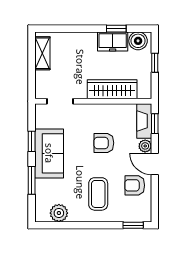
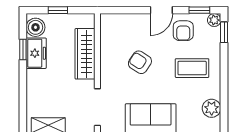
doorway: (60, 101) -> (97, 107), width x1.38
fireplace: (144, 121) -> (117, 21), removed
window: (155, 124) -> (199, 10), moved
armchair: (104, 143) -> (140, 62), turned 123
plant: (145, 146) -> (214, 20), moved

